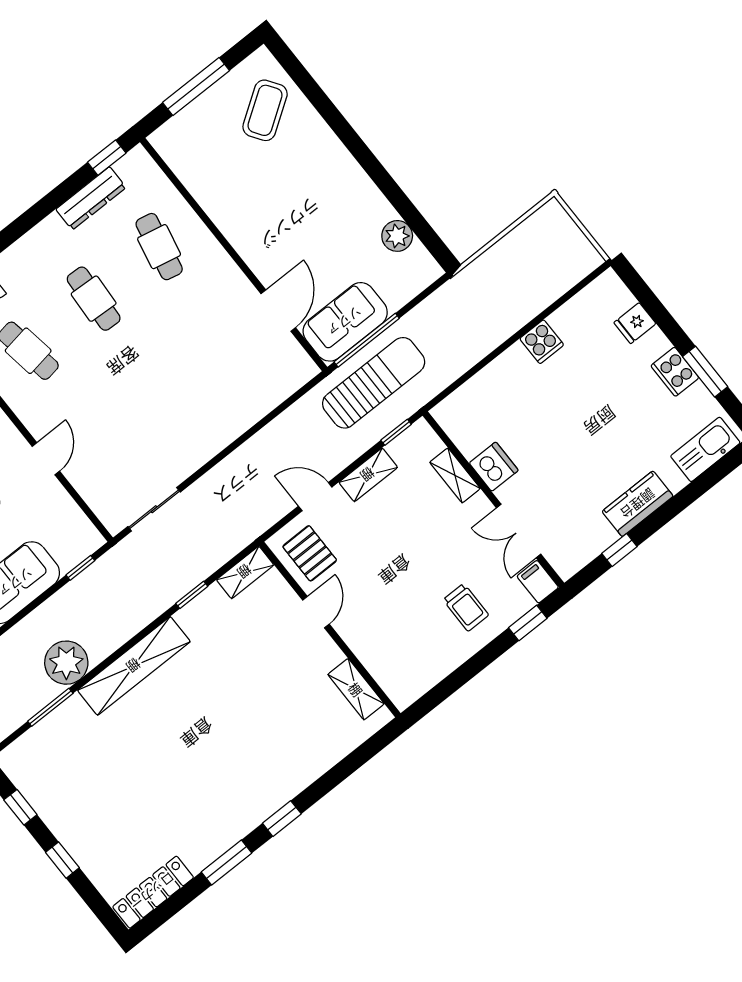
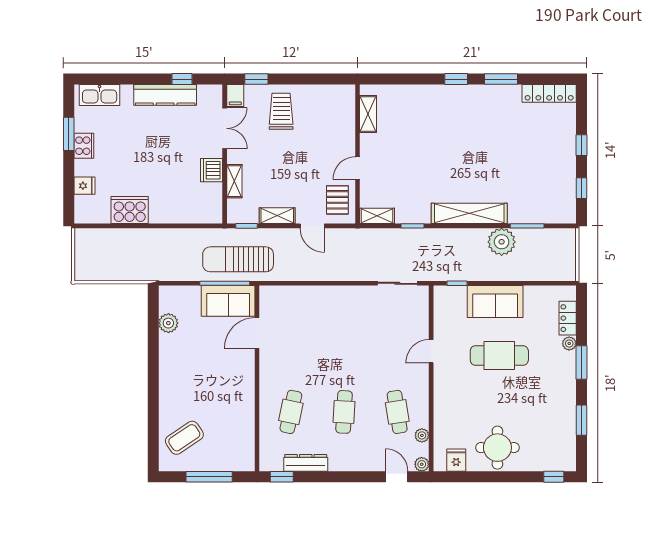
cooker: (542, 342) -> (130, 210), width x1.87, depth x1.31
kitchen counter: (638, 504) -> (165, 95), width x1.50
trolley: (466, 607) -> (281, 111), width x1.36, depth x1.39

